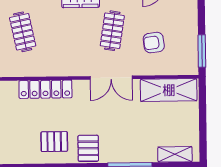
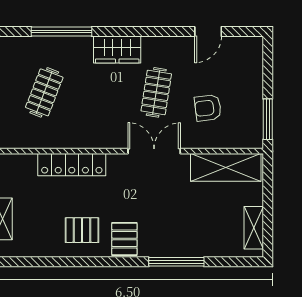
clothes rail: (23, 32) -> (44, 92), turned 33
double door: (111, 78) -> (154, 151), swing flipped
shelving: (175, 154) -> (254, 228), moved, turned 90

